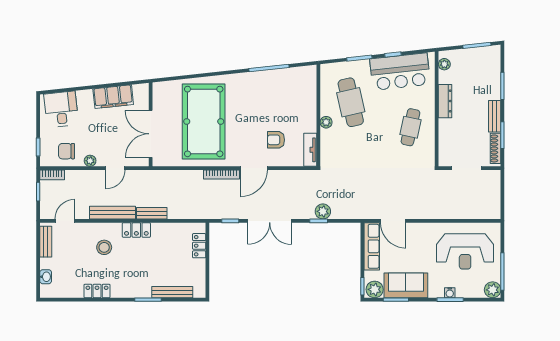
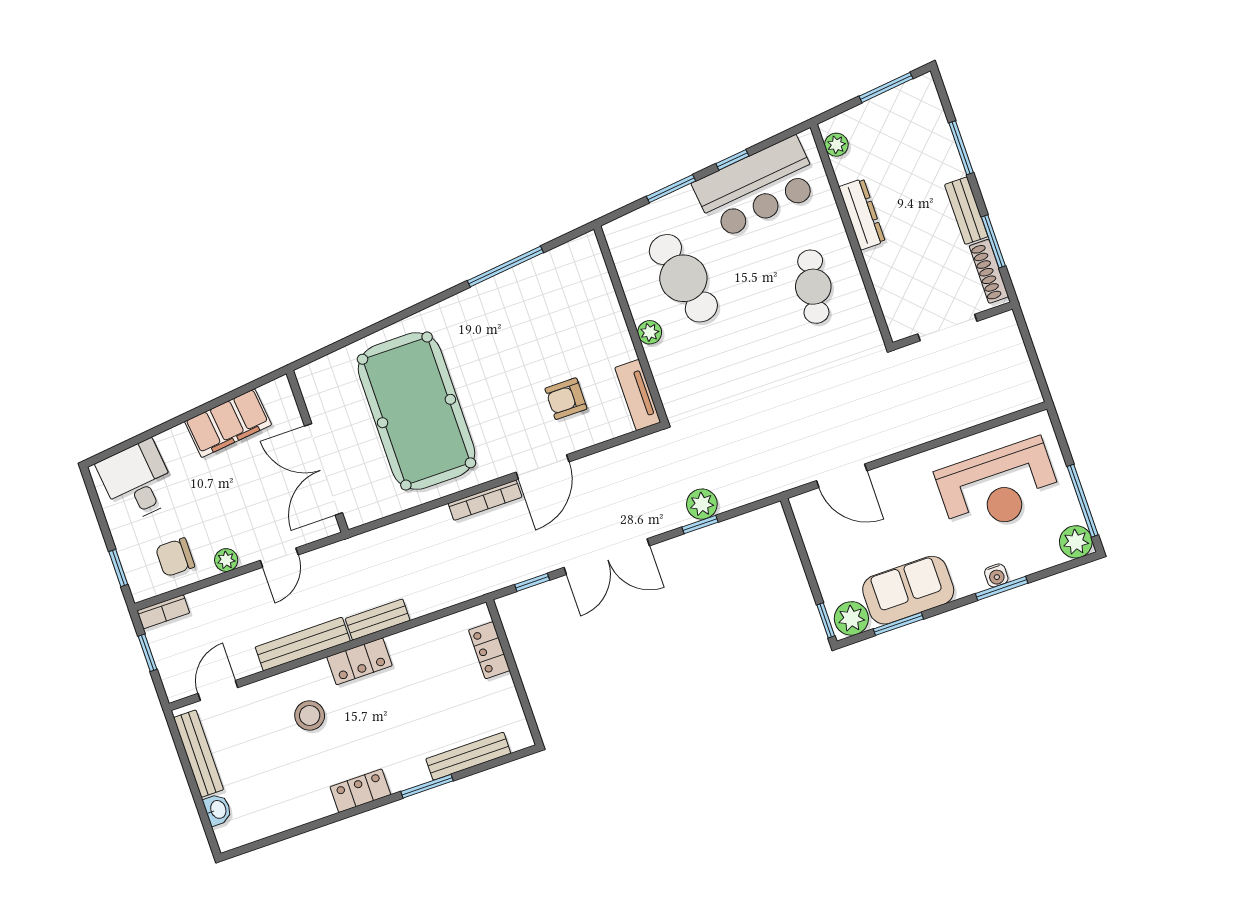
bench: (46, 242) -> (198, 754), width x1.36
row of seats: (372, 246) -> (818, 538), removed
locker: (97, 291) -> (360, 791), moved

